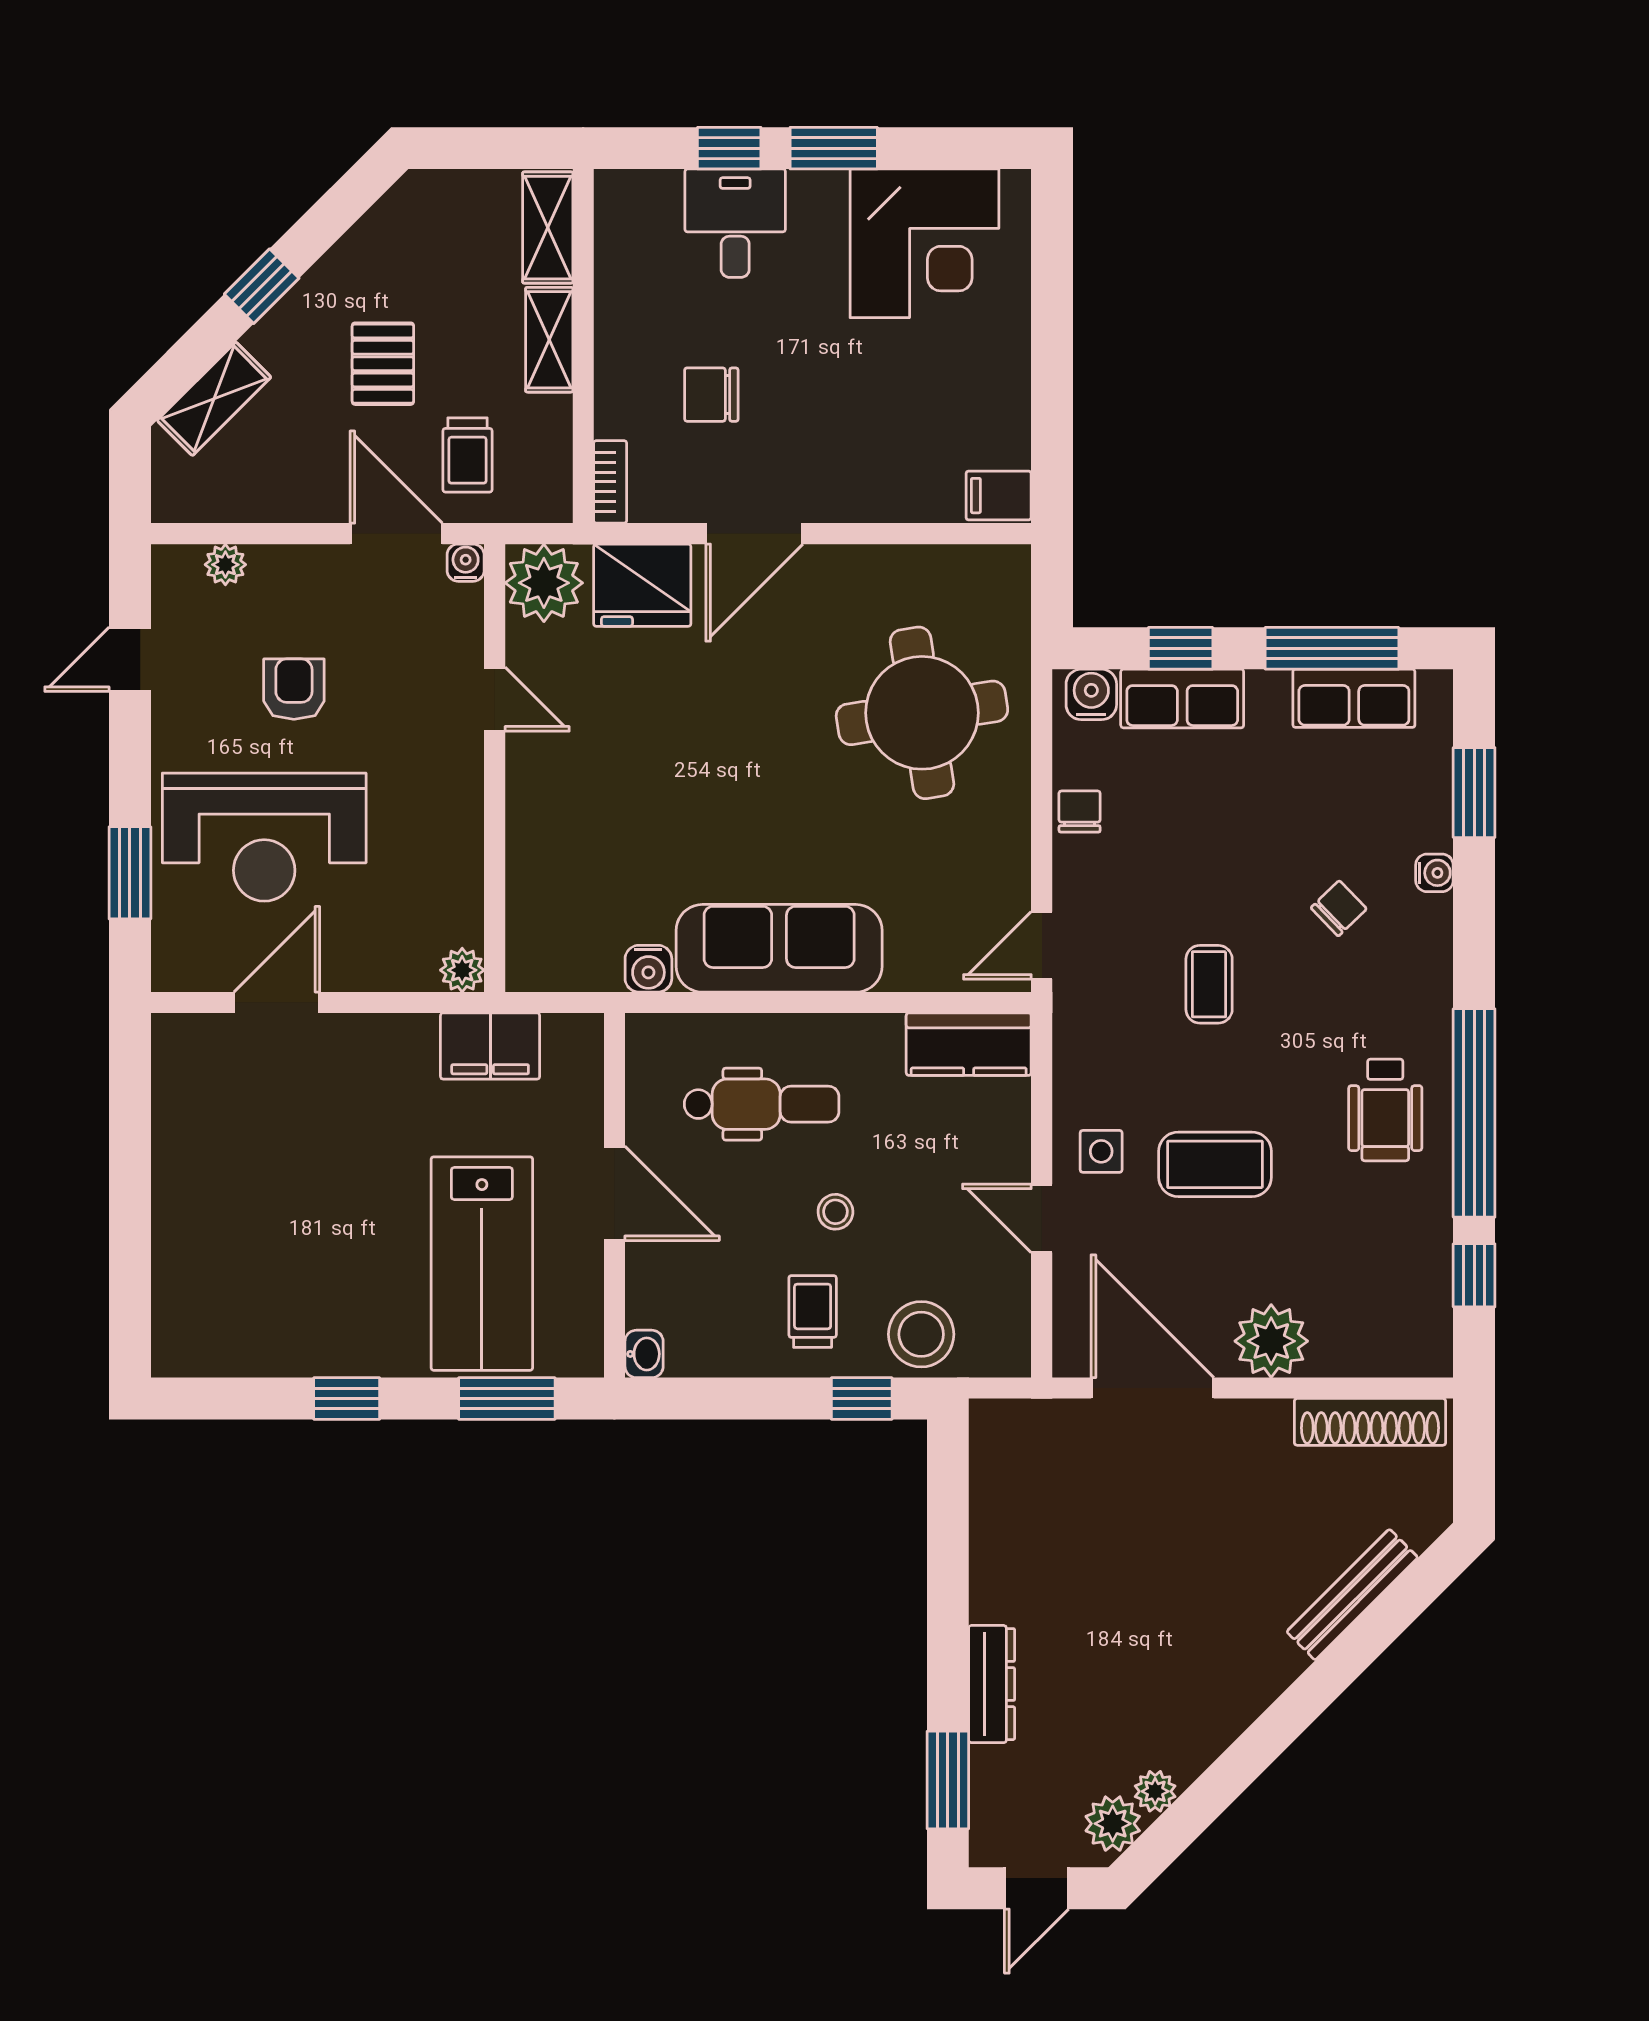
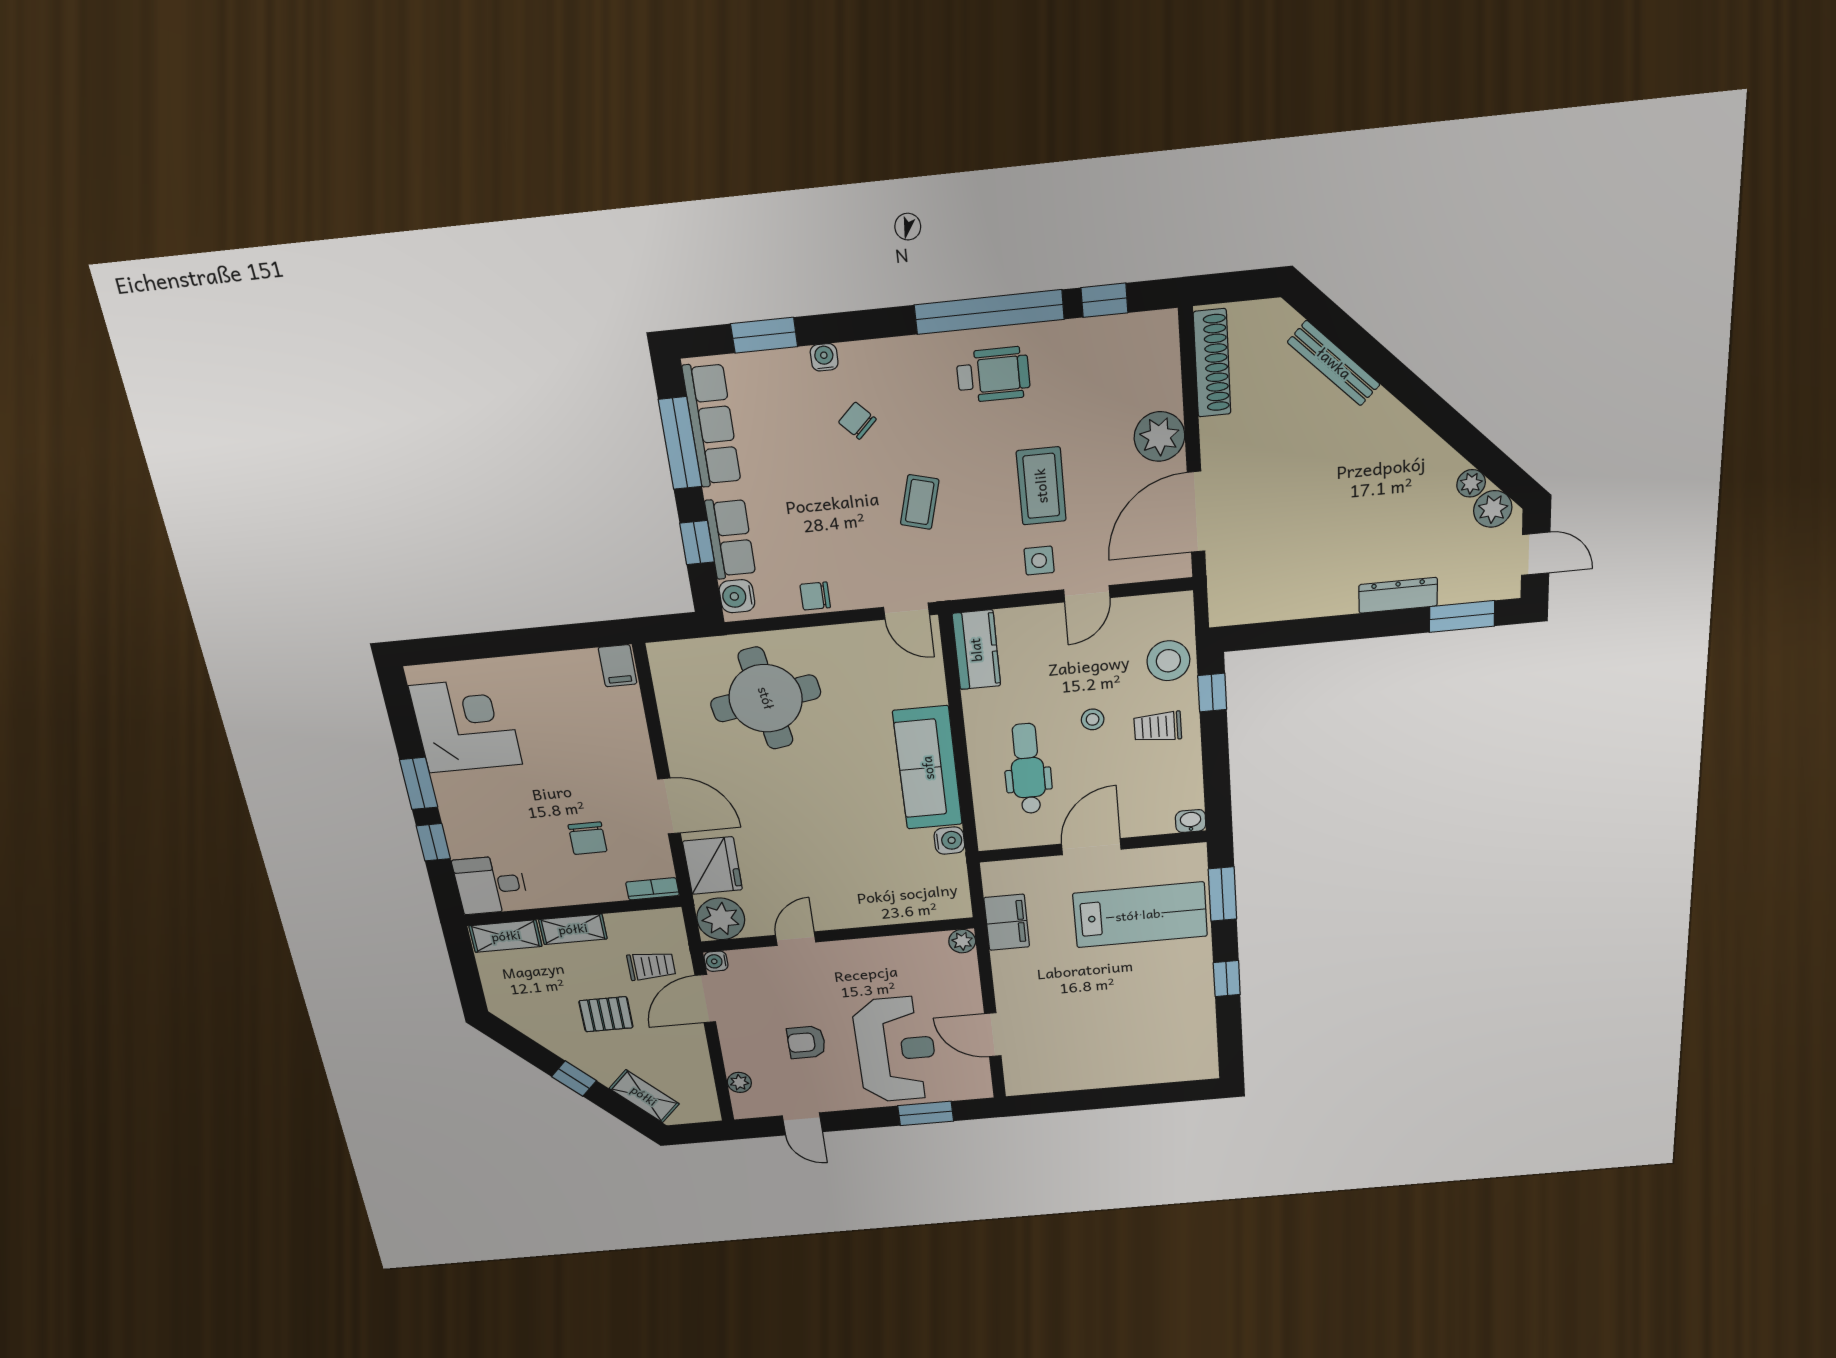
desk: (735, 223) -> (491, 885), moved
row of seats: (1354, 698) -> (712, 425), width x1.48
coffee table: (1209, 984) -> (920, 502), turned -75

